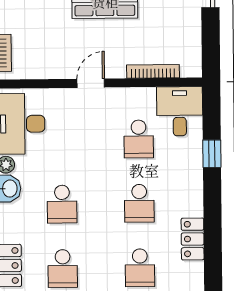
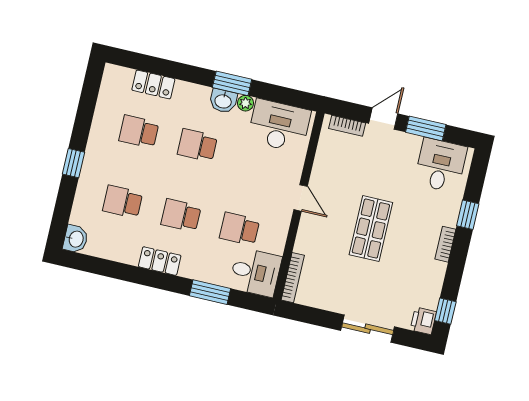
bookcase: (153, 71) -> (293, 278), moved
window: (212, 154) -> (210, 292), width x1.50
locker: (193, 239) -> (160, 261), moved

